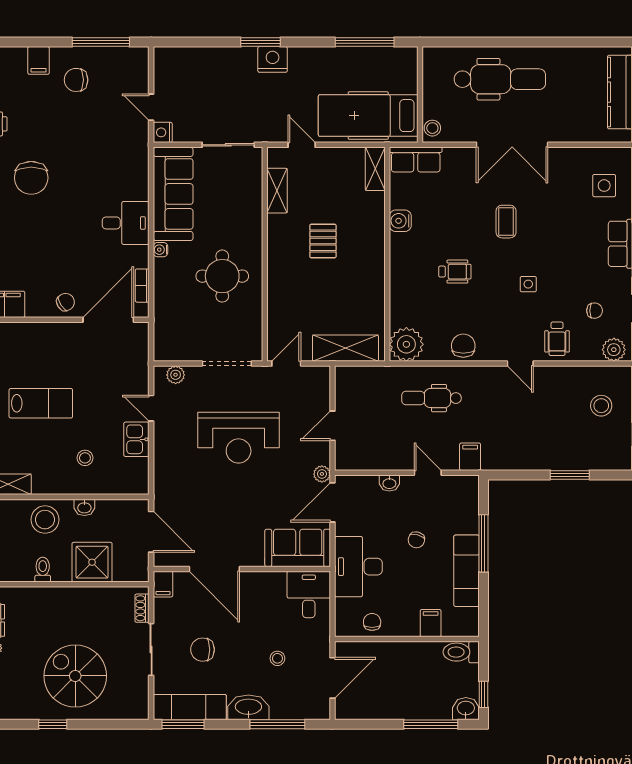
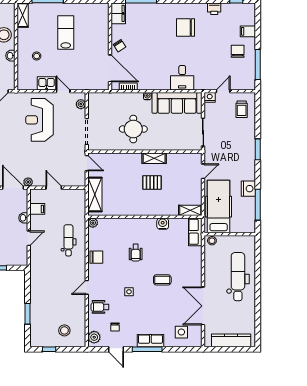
nightstand: (273, 59) -> (248, 189), moved
trolley: (185, 72) -> (242, 109), added
dental chair: (500, 79) -> (238, 277), turned 180
double door: (512, 145) -> (203, 306), moved
shelving: (277, 191) -> (154, 158), moved
desk: (126, 223) -> (182, 78), moved
plant: (406, 344) -> (93, 223), width x0.53, depth x0.53
lab bench: (41, 403) -> (66, 33), turned 180
door: (151, 408) -> (63, 91), hinge flipped
reception desk: (239, 438) -> (39, 120), moved
filing cabinet: (470, 457) -> (37, 209), moved

